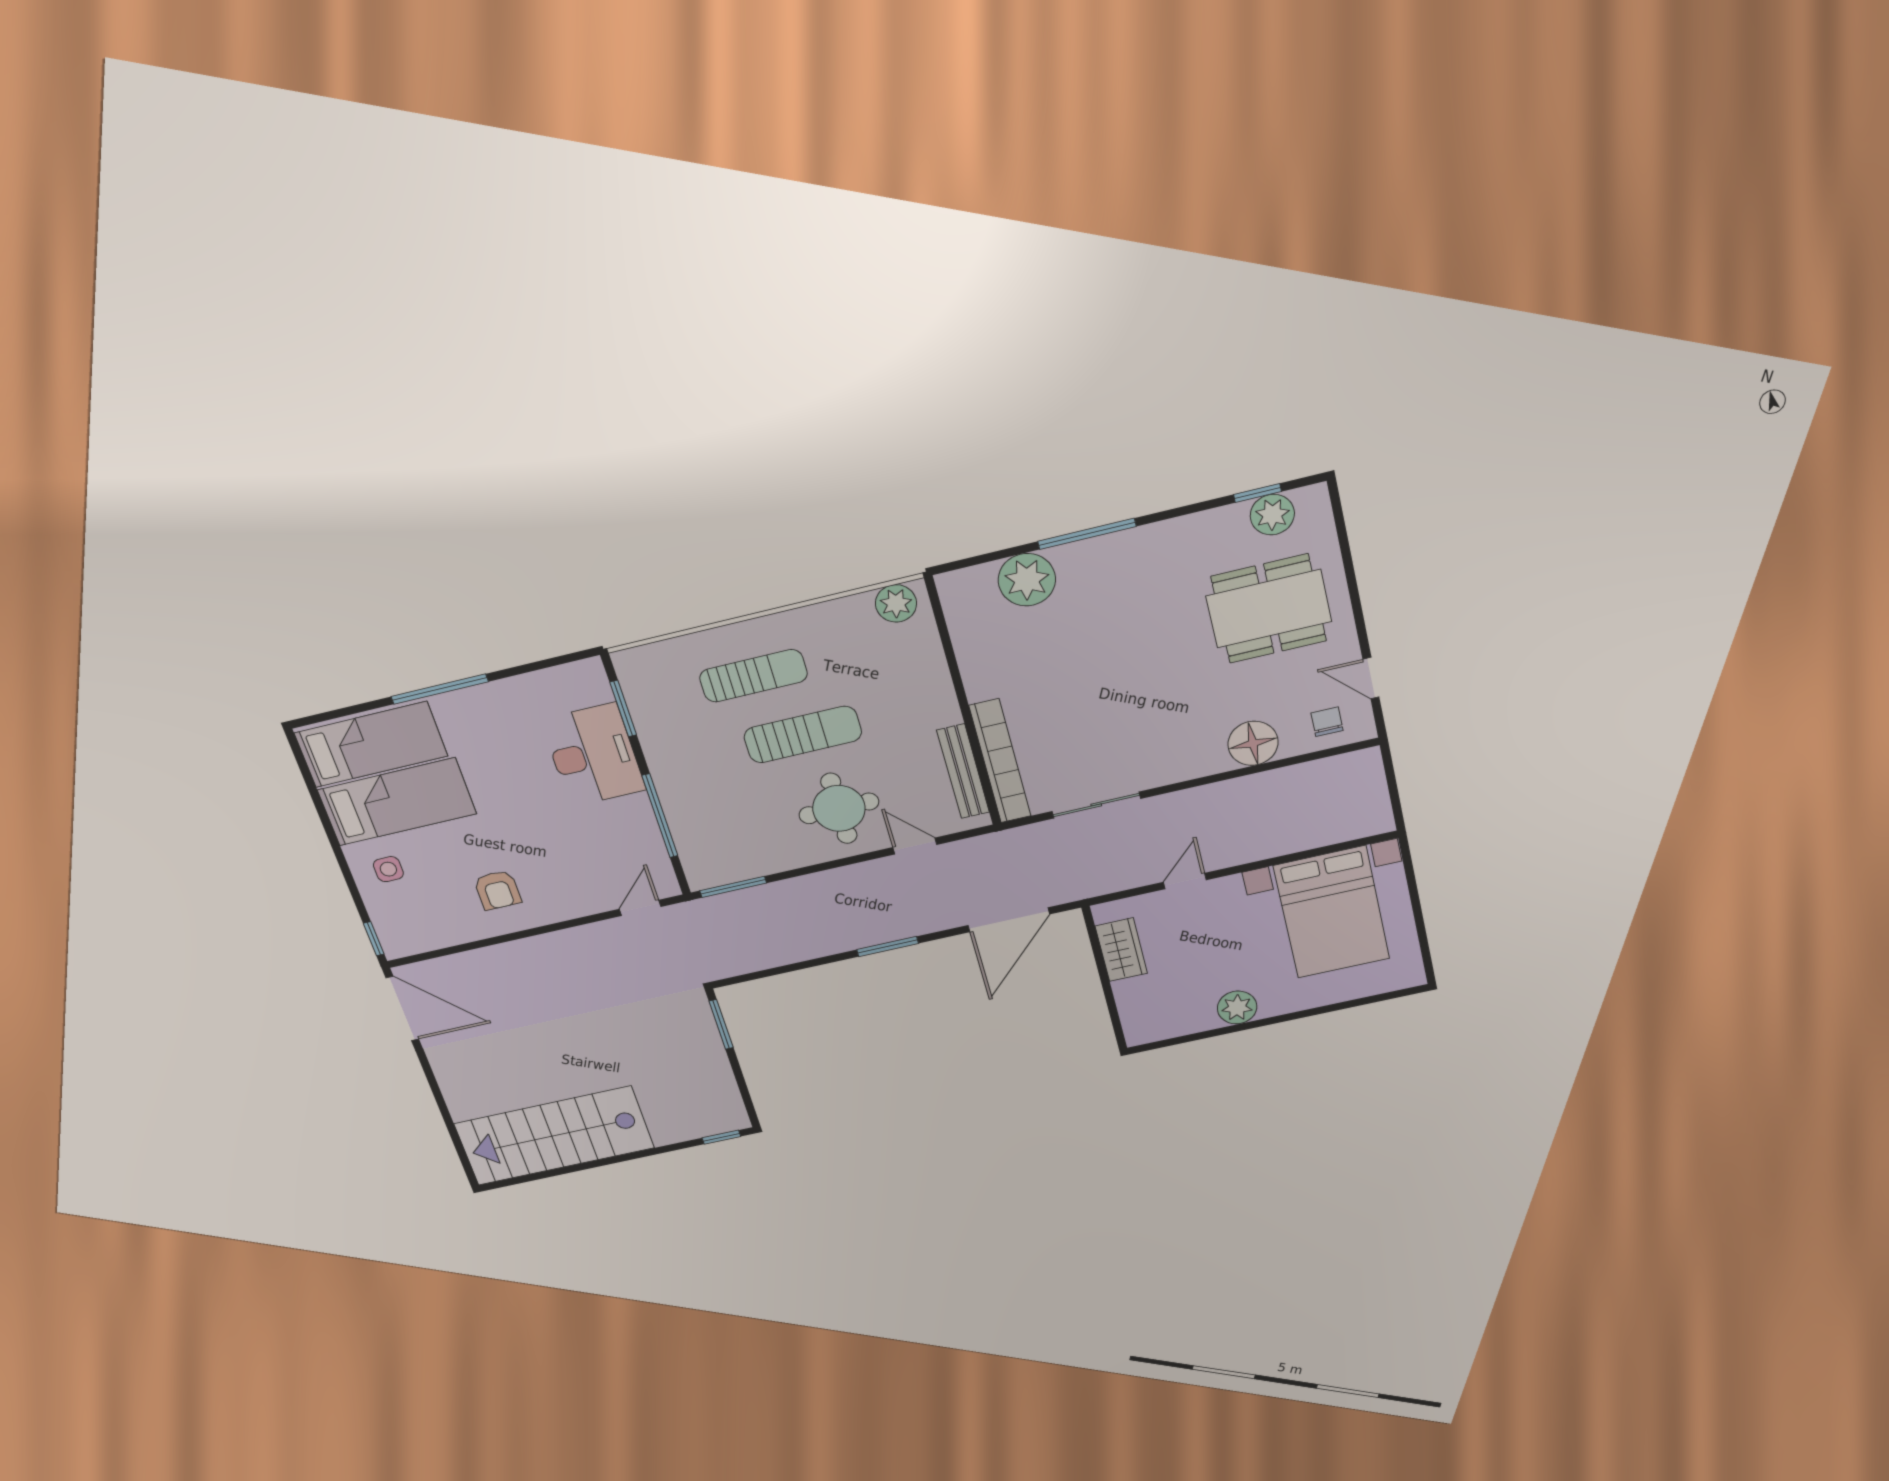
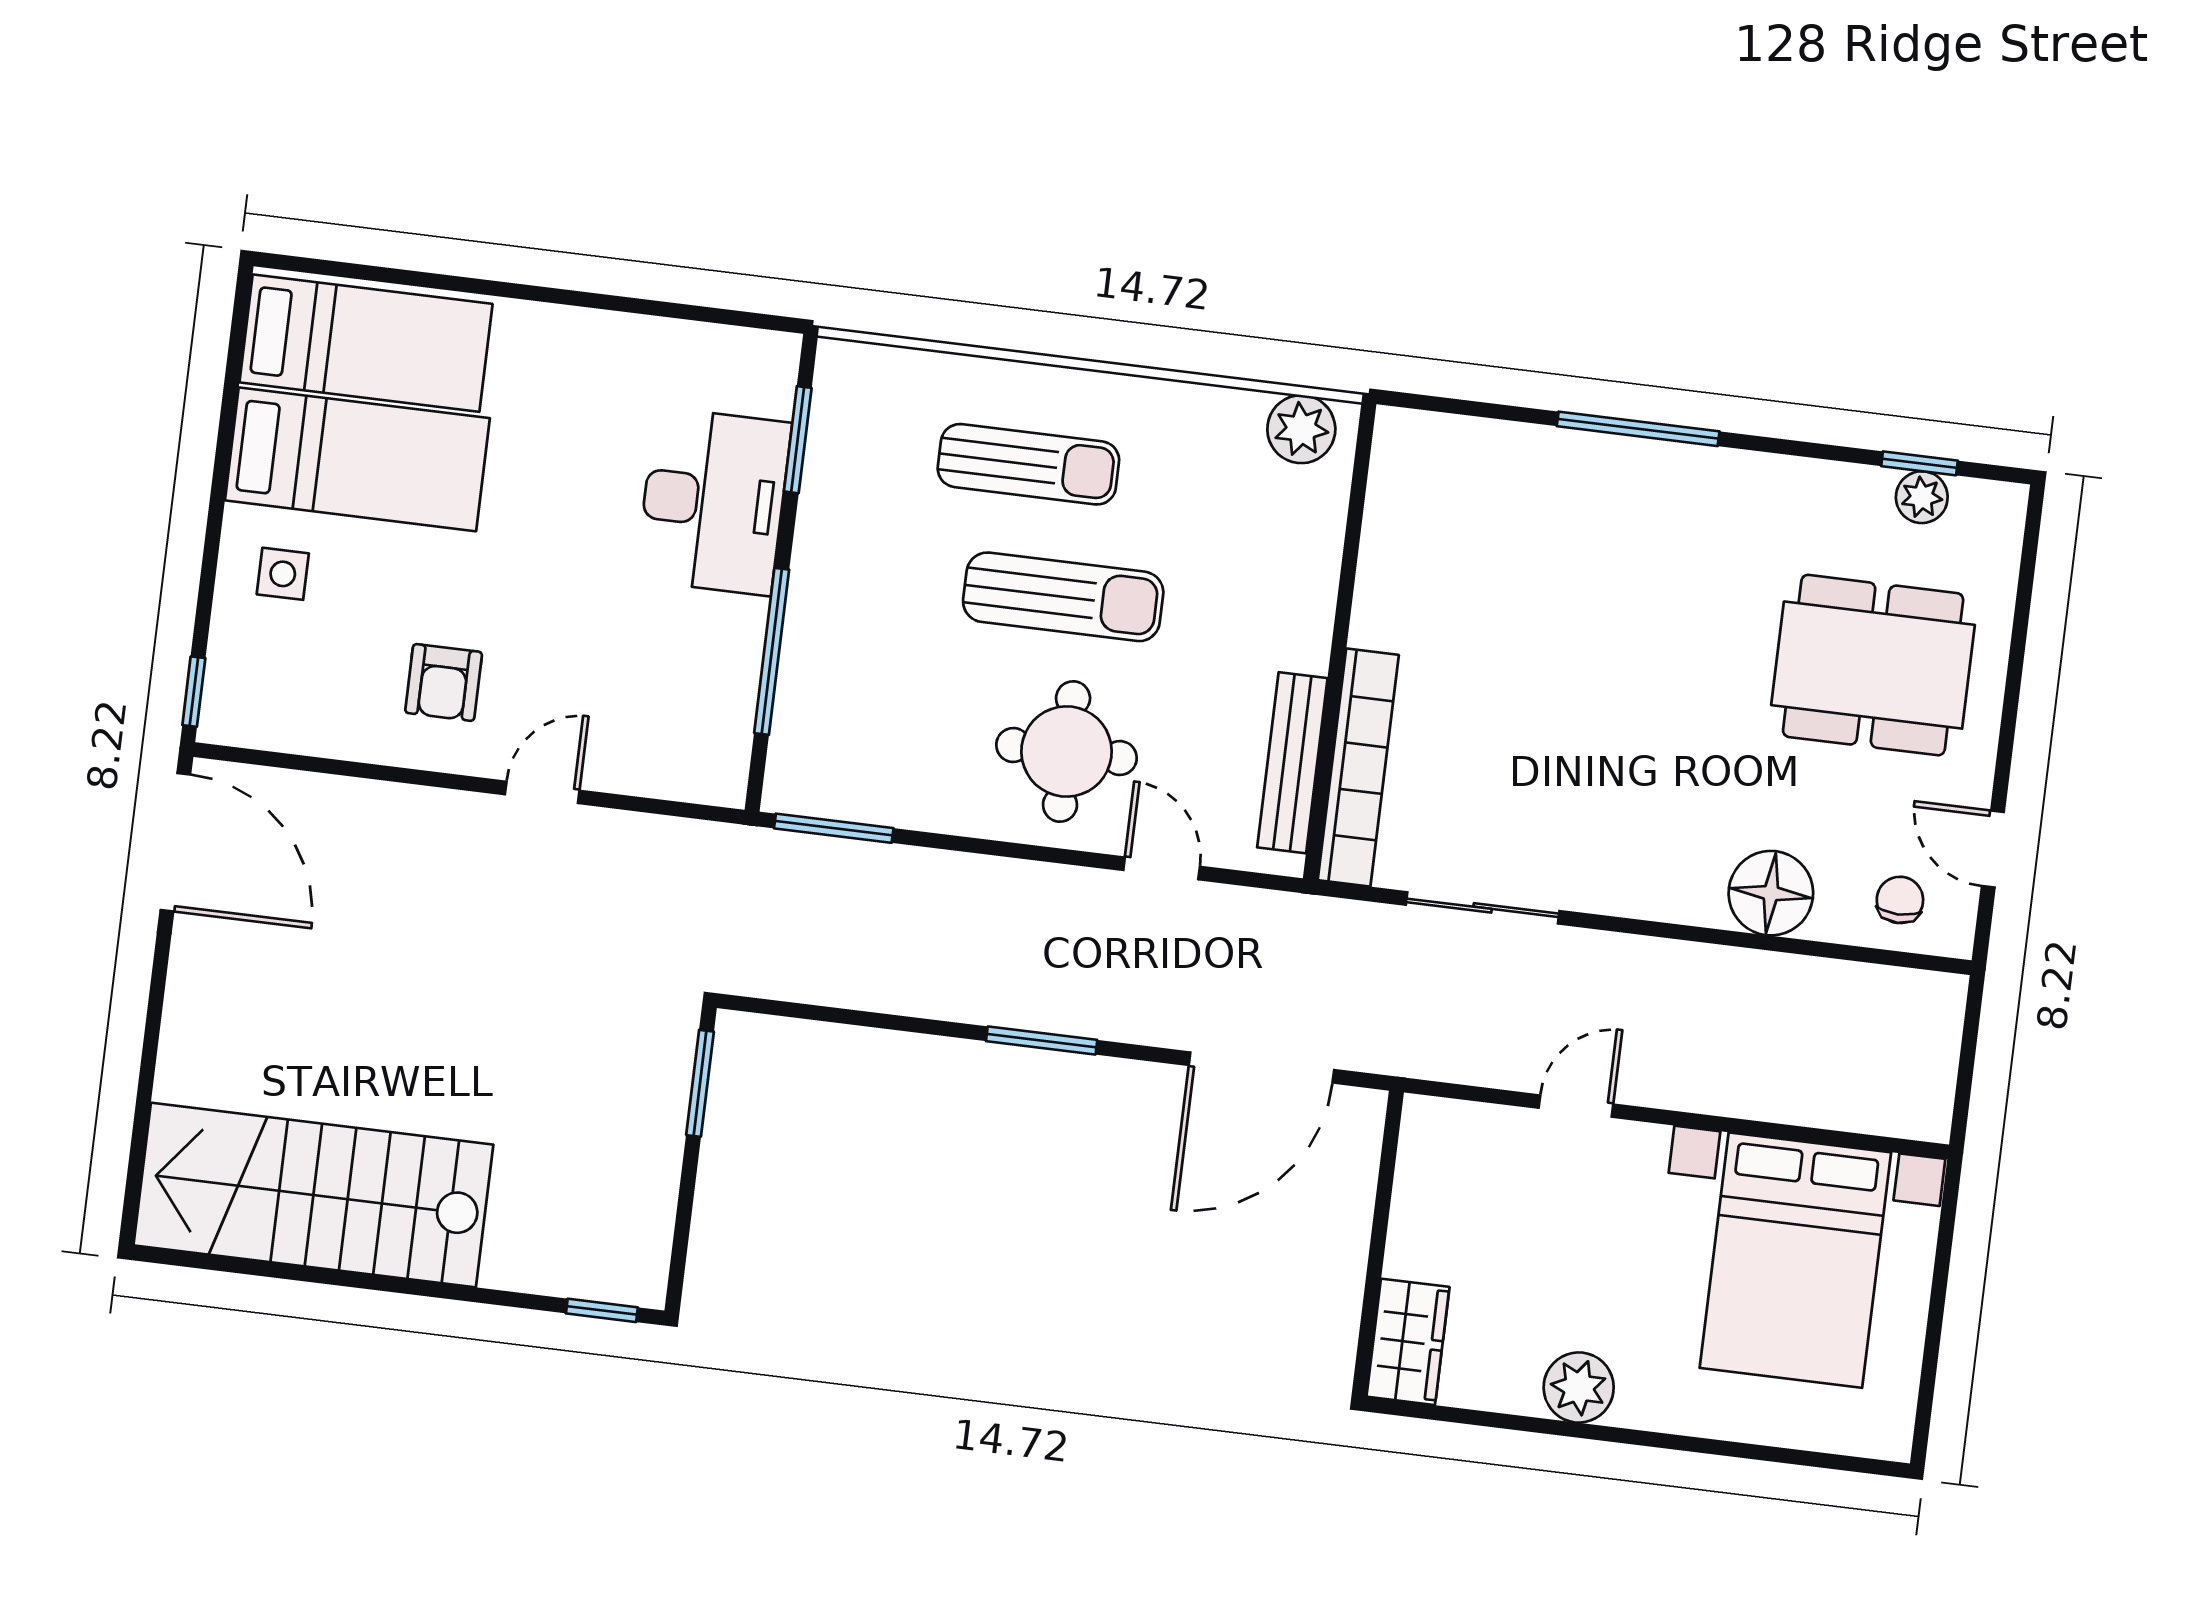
plant: (1272, 515) -> (1922, 497), width x0.73, depth x0.73
plant: (1027, 580) -> (1518, 469), removed
window: (440, 689) -> (523, 292), removed
door: (640, 908) -> (542, 792), moved
wardrobe: (1121, 950) -> (1408, 1342), moved

